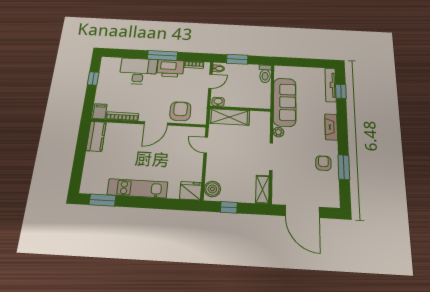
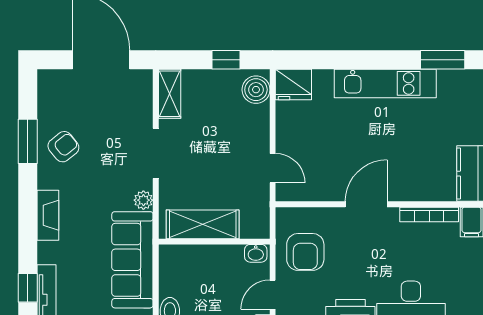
armchair: (180, 111) -> (305, 252), moved
shelving: (229, 117) -> (203, 224), moved
armchair: (323, 163) -> (63, 147), turned -129

